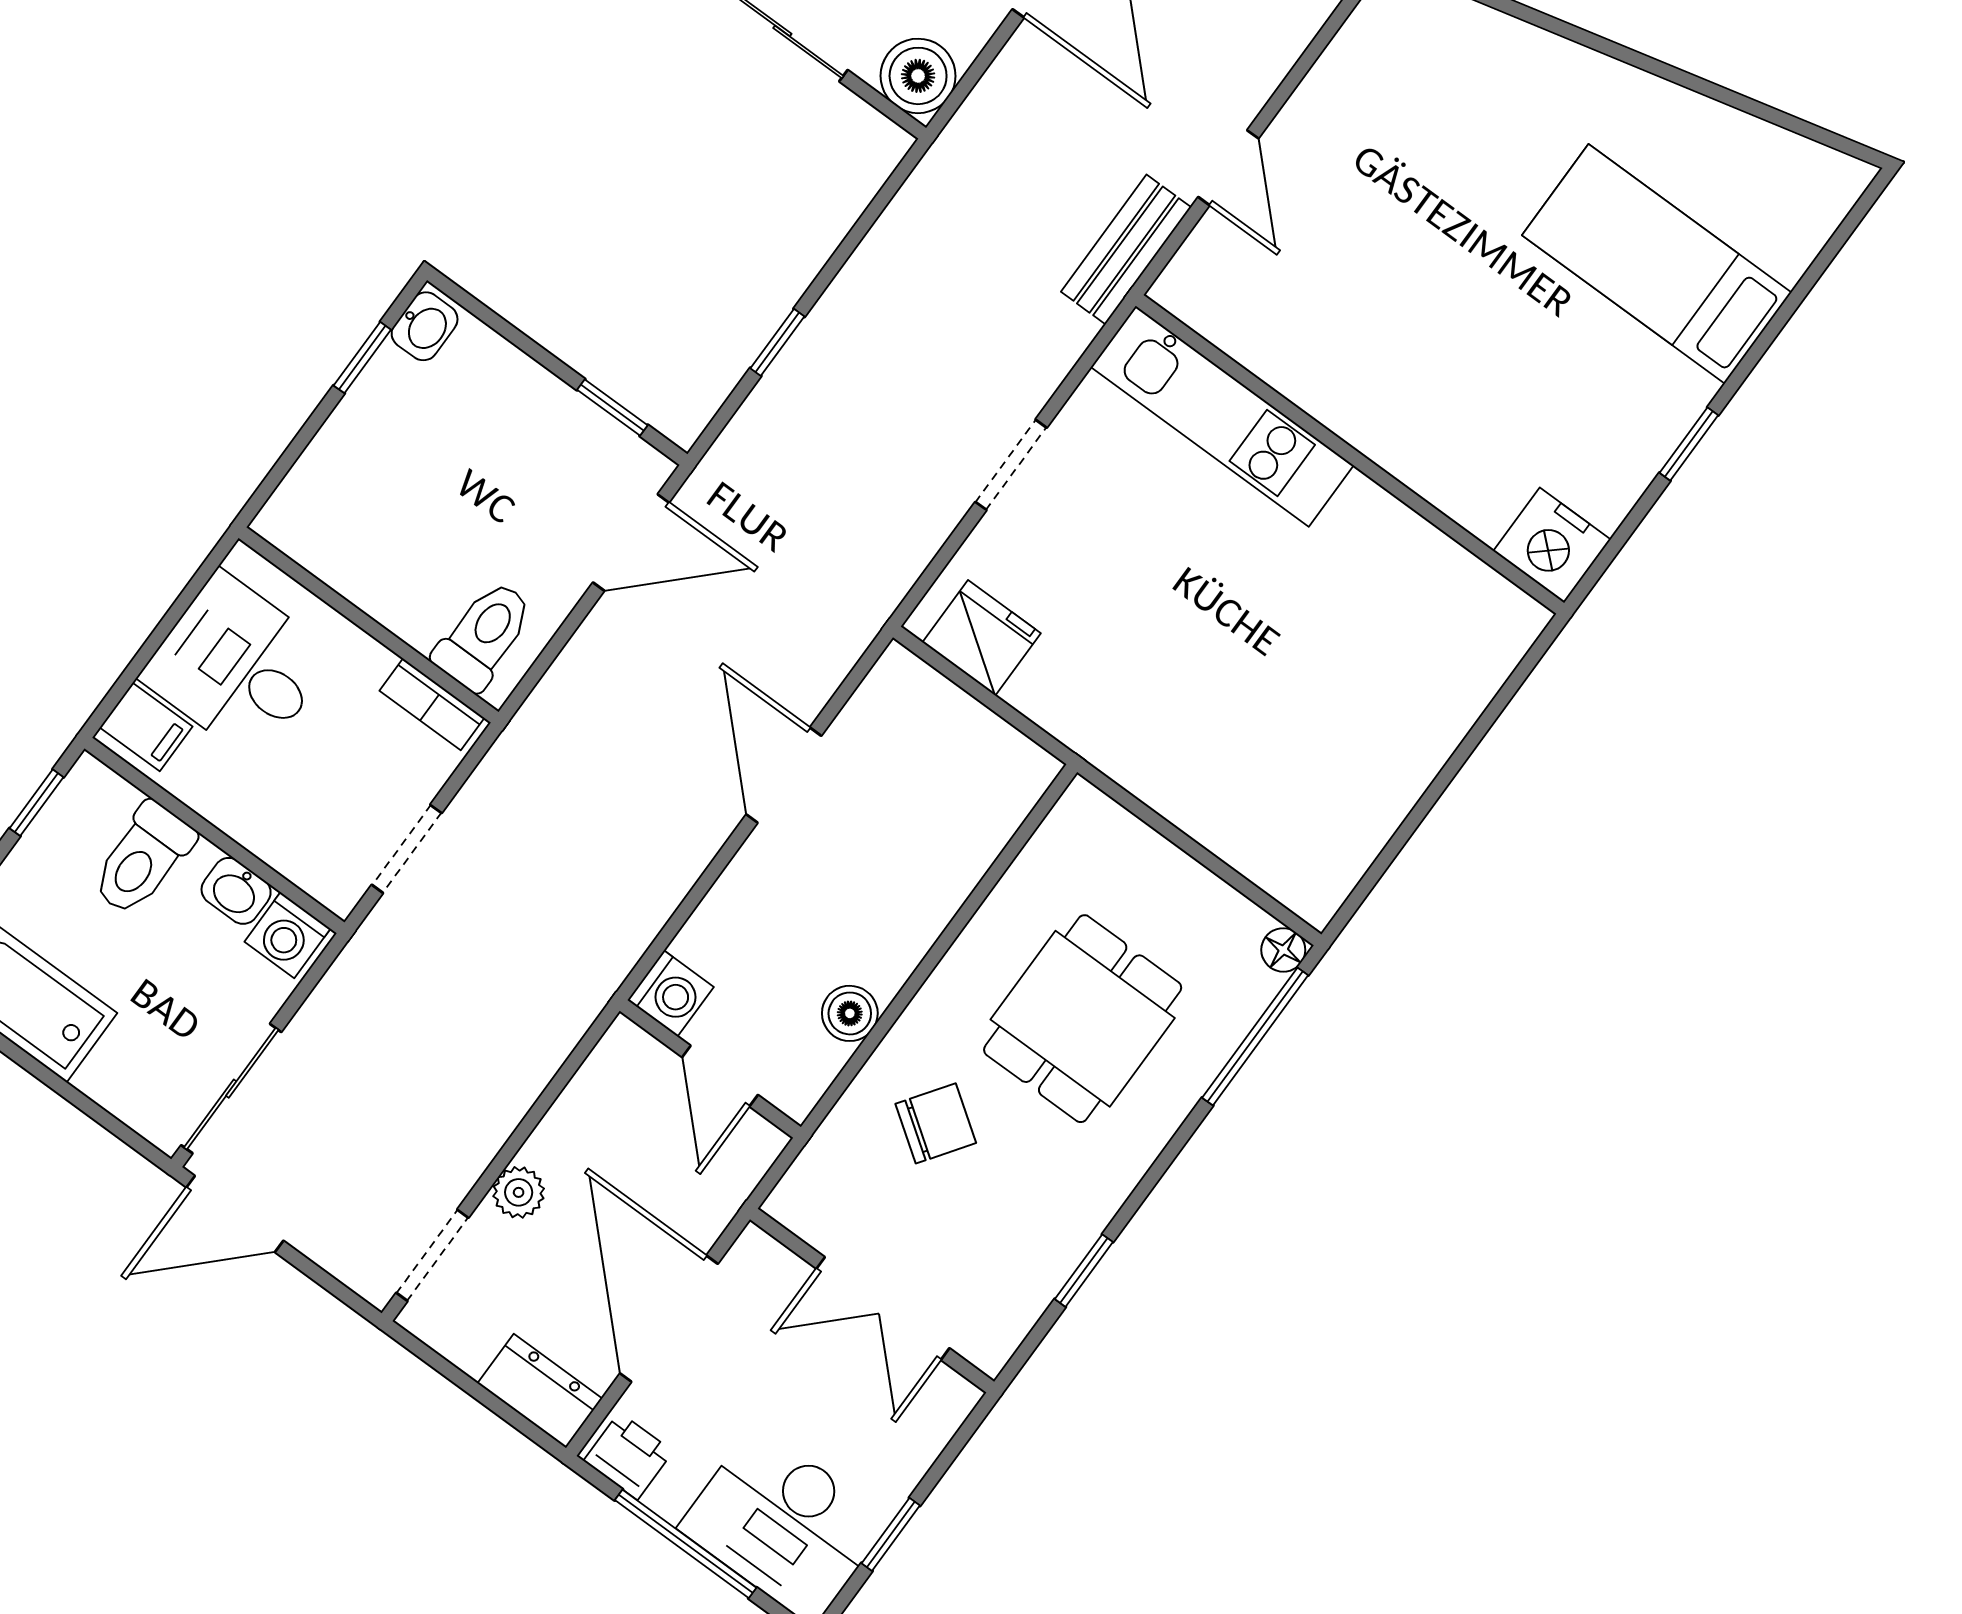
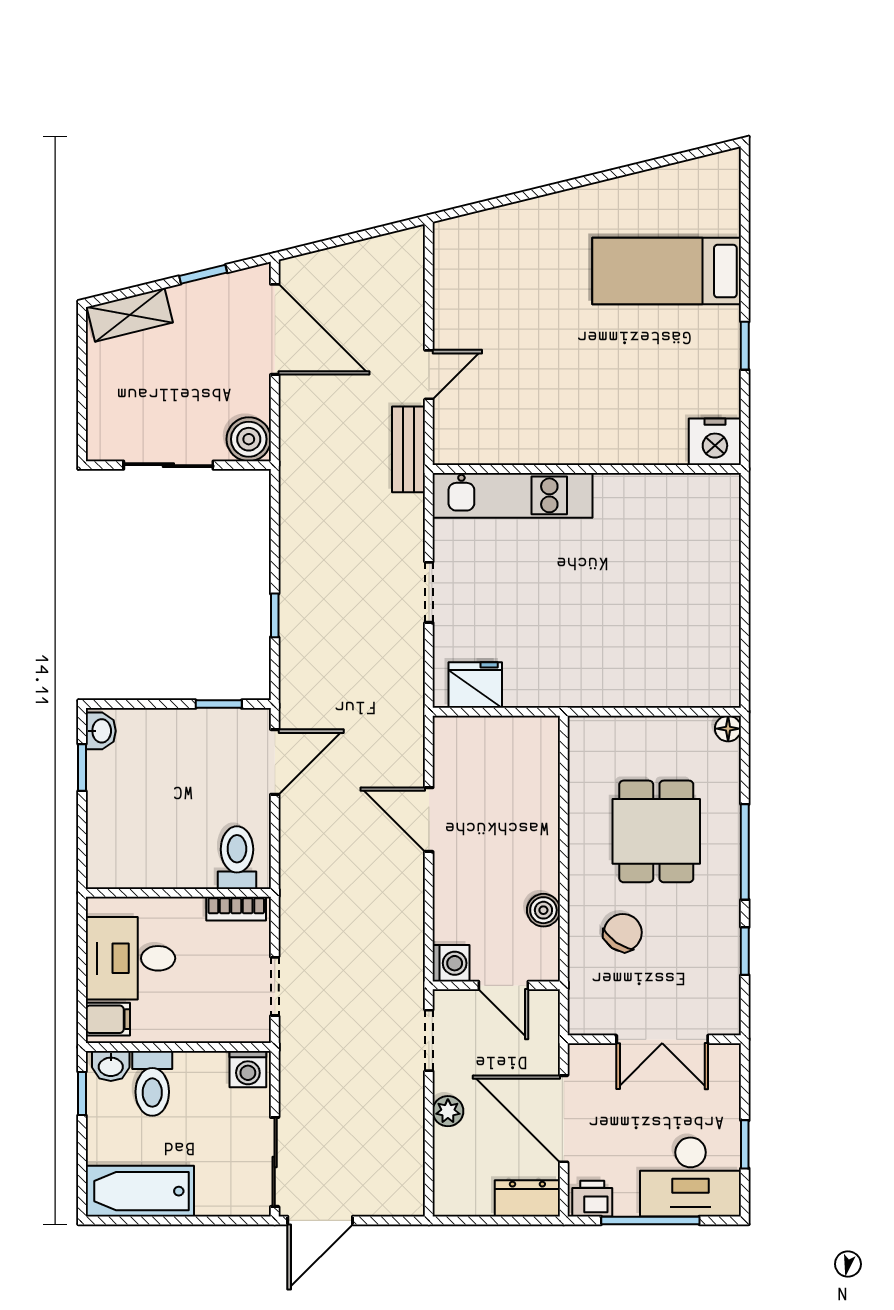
door: (1228, 168) -> (429, 375), hinge flipped
washbasin: (236, 891) -> (111, 1066), moved
window: (1255, 1037) -> (745, 852), moved
doorway: (432, 1255) -> (429, 1040), moved

